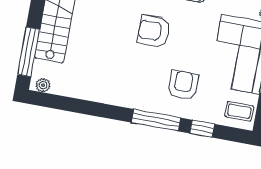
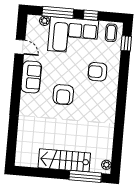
window: (156, 120) -> (122, 87), removed
window: (202, 129) -> (126, 43), moved

